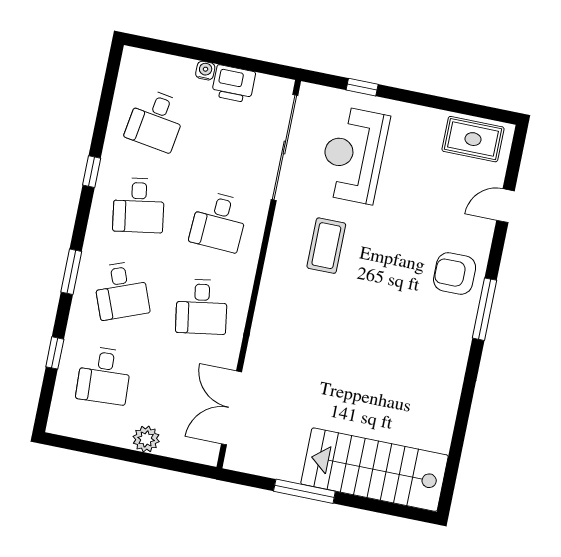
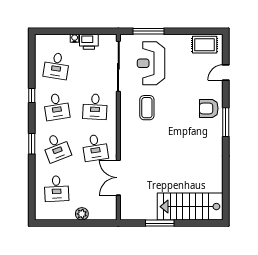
window: (362, 87) -> (149, 31), width x2.17
window: (55, 353) -> (32, 183), removed
double door: (232, 408) -> (118, 178), moved

